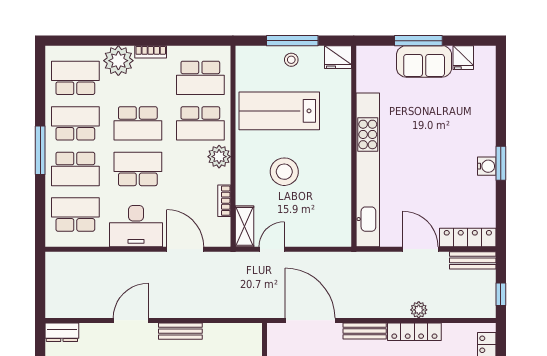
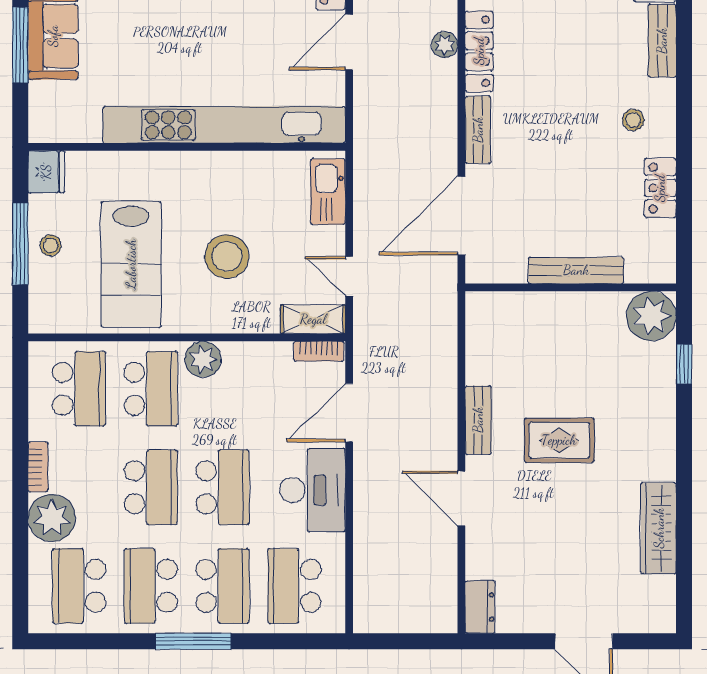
school desk: (138, 169) -> (223, 487), turned 180
bookcase: (224, 201) -> (319, 351), moved
kitchen sink: (325, 236) -> (328, 192), added

